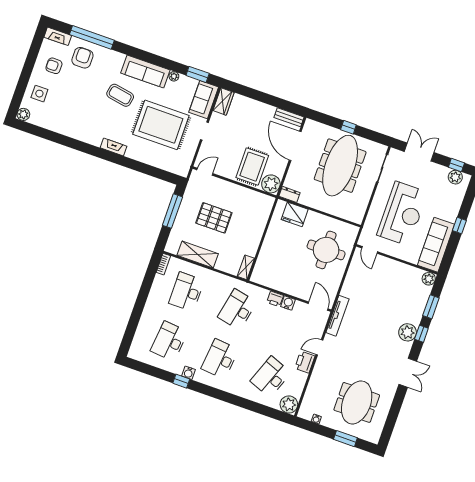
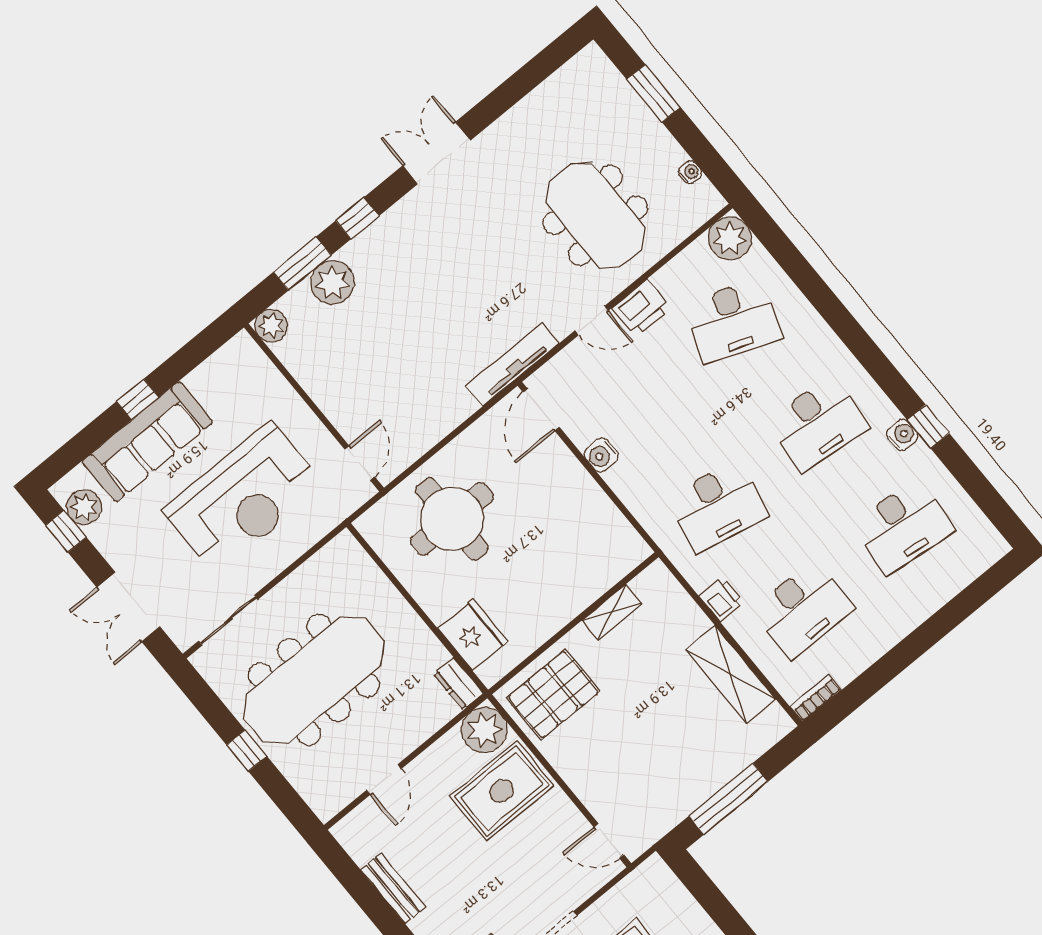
bench: (289, 117) -> (393, 888), moved
door: (295, 146) -> (384, 780), width x0.53
reception desk: (402, 214) -> (243, 498), turned 180
pallet: (214, 218) -> (553, 695), moved, turned 90
sofa: (436, 245) -> (148, 442), moved
shelving: (246, 267) -> (612, 612), moved
printer: (275, 299) -> (721, 599), moved
plant: (408, 332) -> (332, 282), moved
meeting table: (357, 402) -> (595, 215), moved, turned 90

